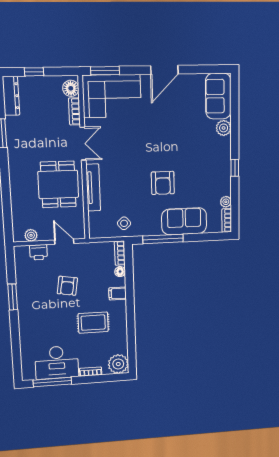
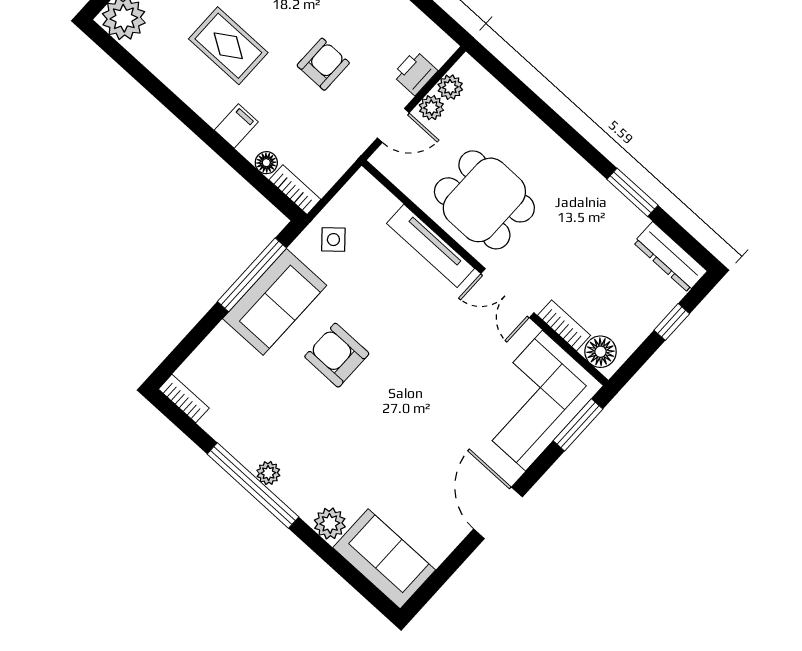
window: (235, 168) -> (253, 486), width x3.17
plant: (226, 202) -> (268, 473), moved
sofa: (184, 221) -> (275, 302), moved
plant: (45, 235) -> (431, 108), added
armchair: (67, 286) -> (323, 64), turned 81
rug: (93, 323) -> (228, 46), turned 90

